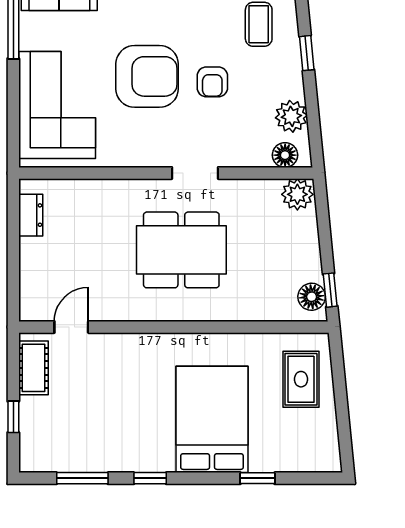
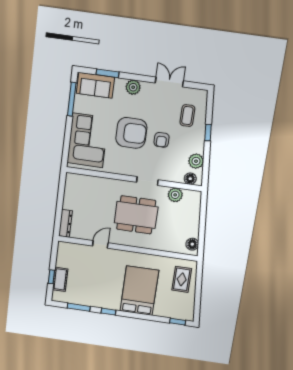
plant: (297, 194) -> (175, 195), moved
dresser: (31, 215) -> (65, 223), moved, width x1.44
window: (330, 290) -> (201, 242), removed
door: (71, 327) -> (100, 244), moved
cot: (33, 368) -> (60, 279), moved
window: (258, 478) -> (178, 322), moved

